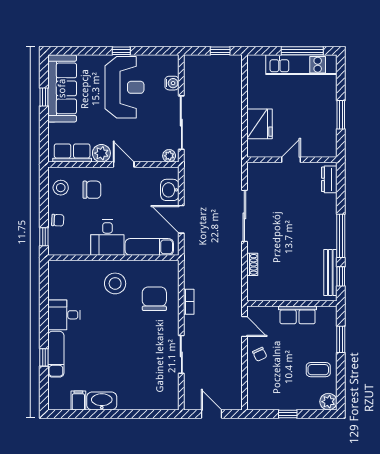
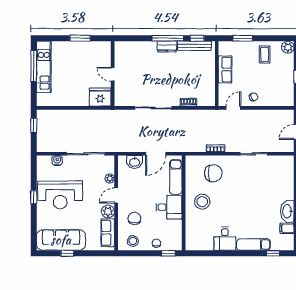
reception desk: (124, 87) -> (60, 195), turned 180
fridge: (259, 124) -> (100, 97), moved
plant: (169, 156) -> (110, 178), moved
dresser: (329, 179) -> (167, 47), moved
chair: (154, 299) -> (213, 173), turned 180
window: (44, 357) -> (273, 253), moved

